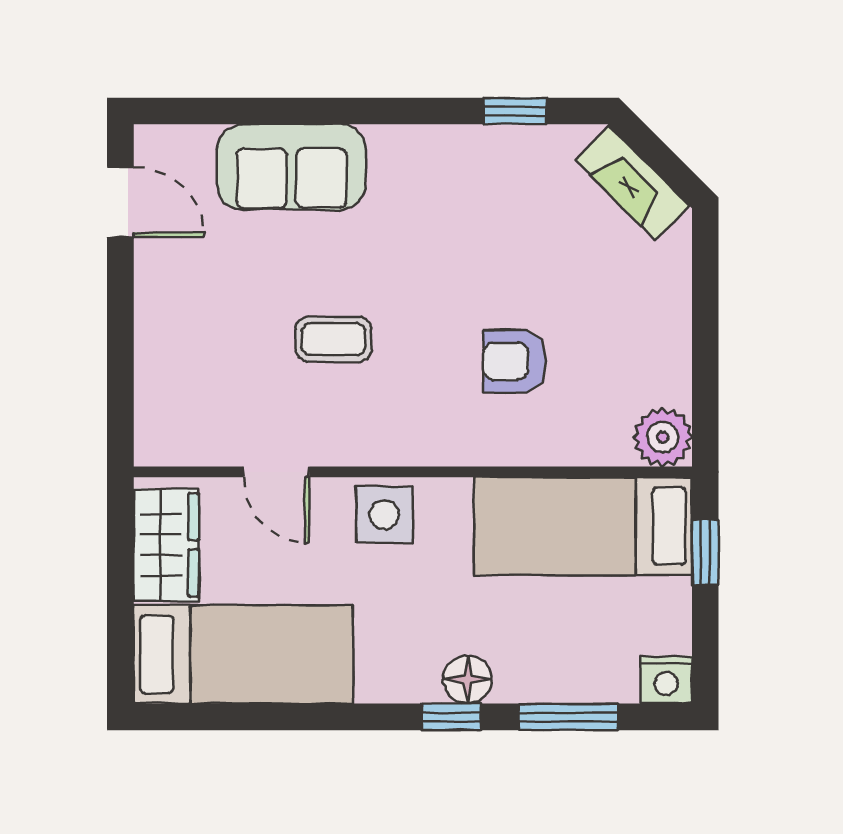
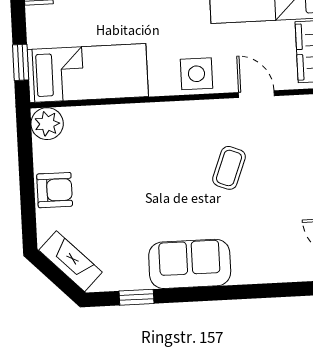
sofa: (291, 167) -> (190, 264), moved
coffee table: (333, 339) -> (229, 168), turned -69
armchair: (514, 361) -> (55, 190), moved

